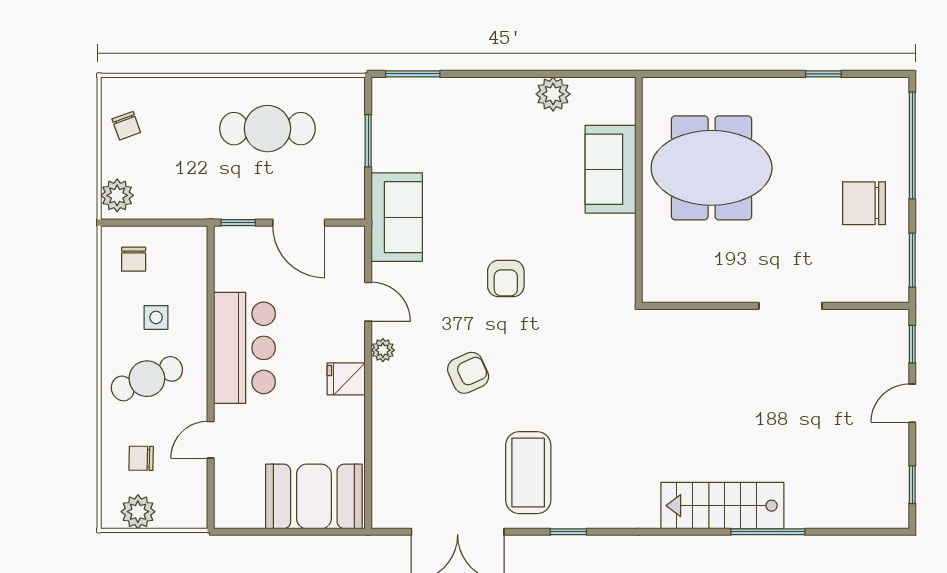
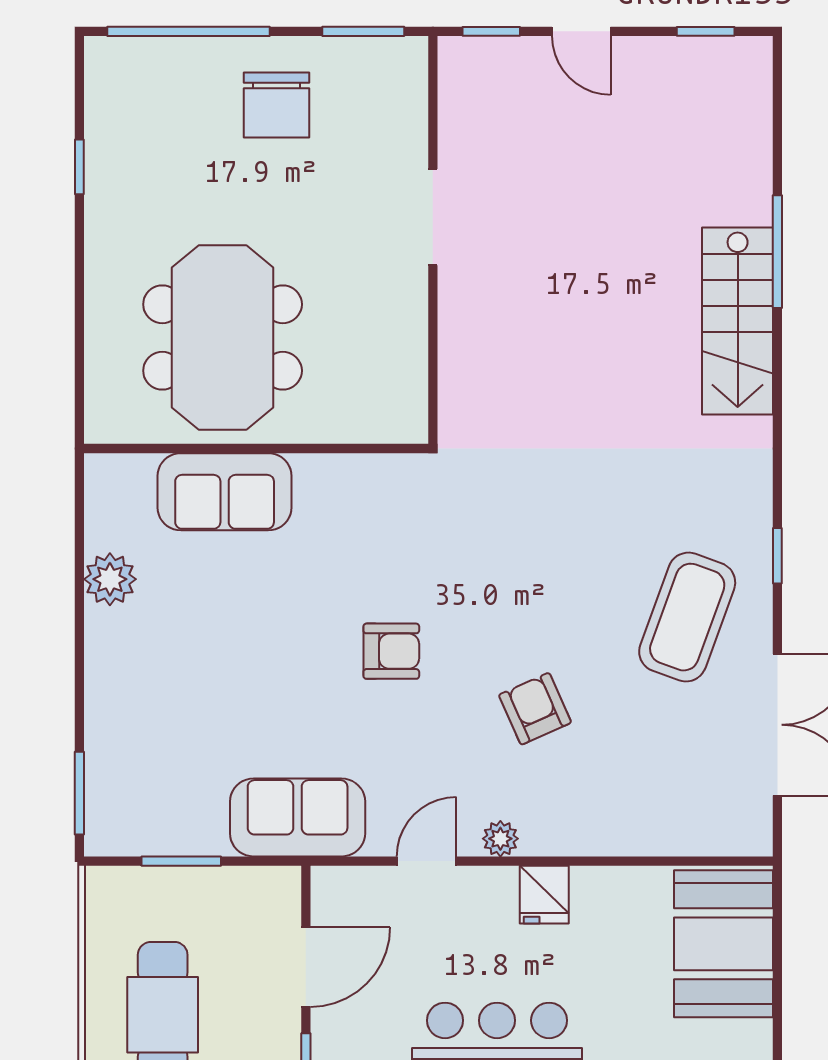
coffee table: (528, 473) -> (687, 617), turned -70

